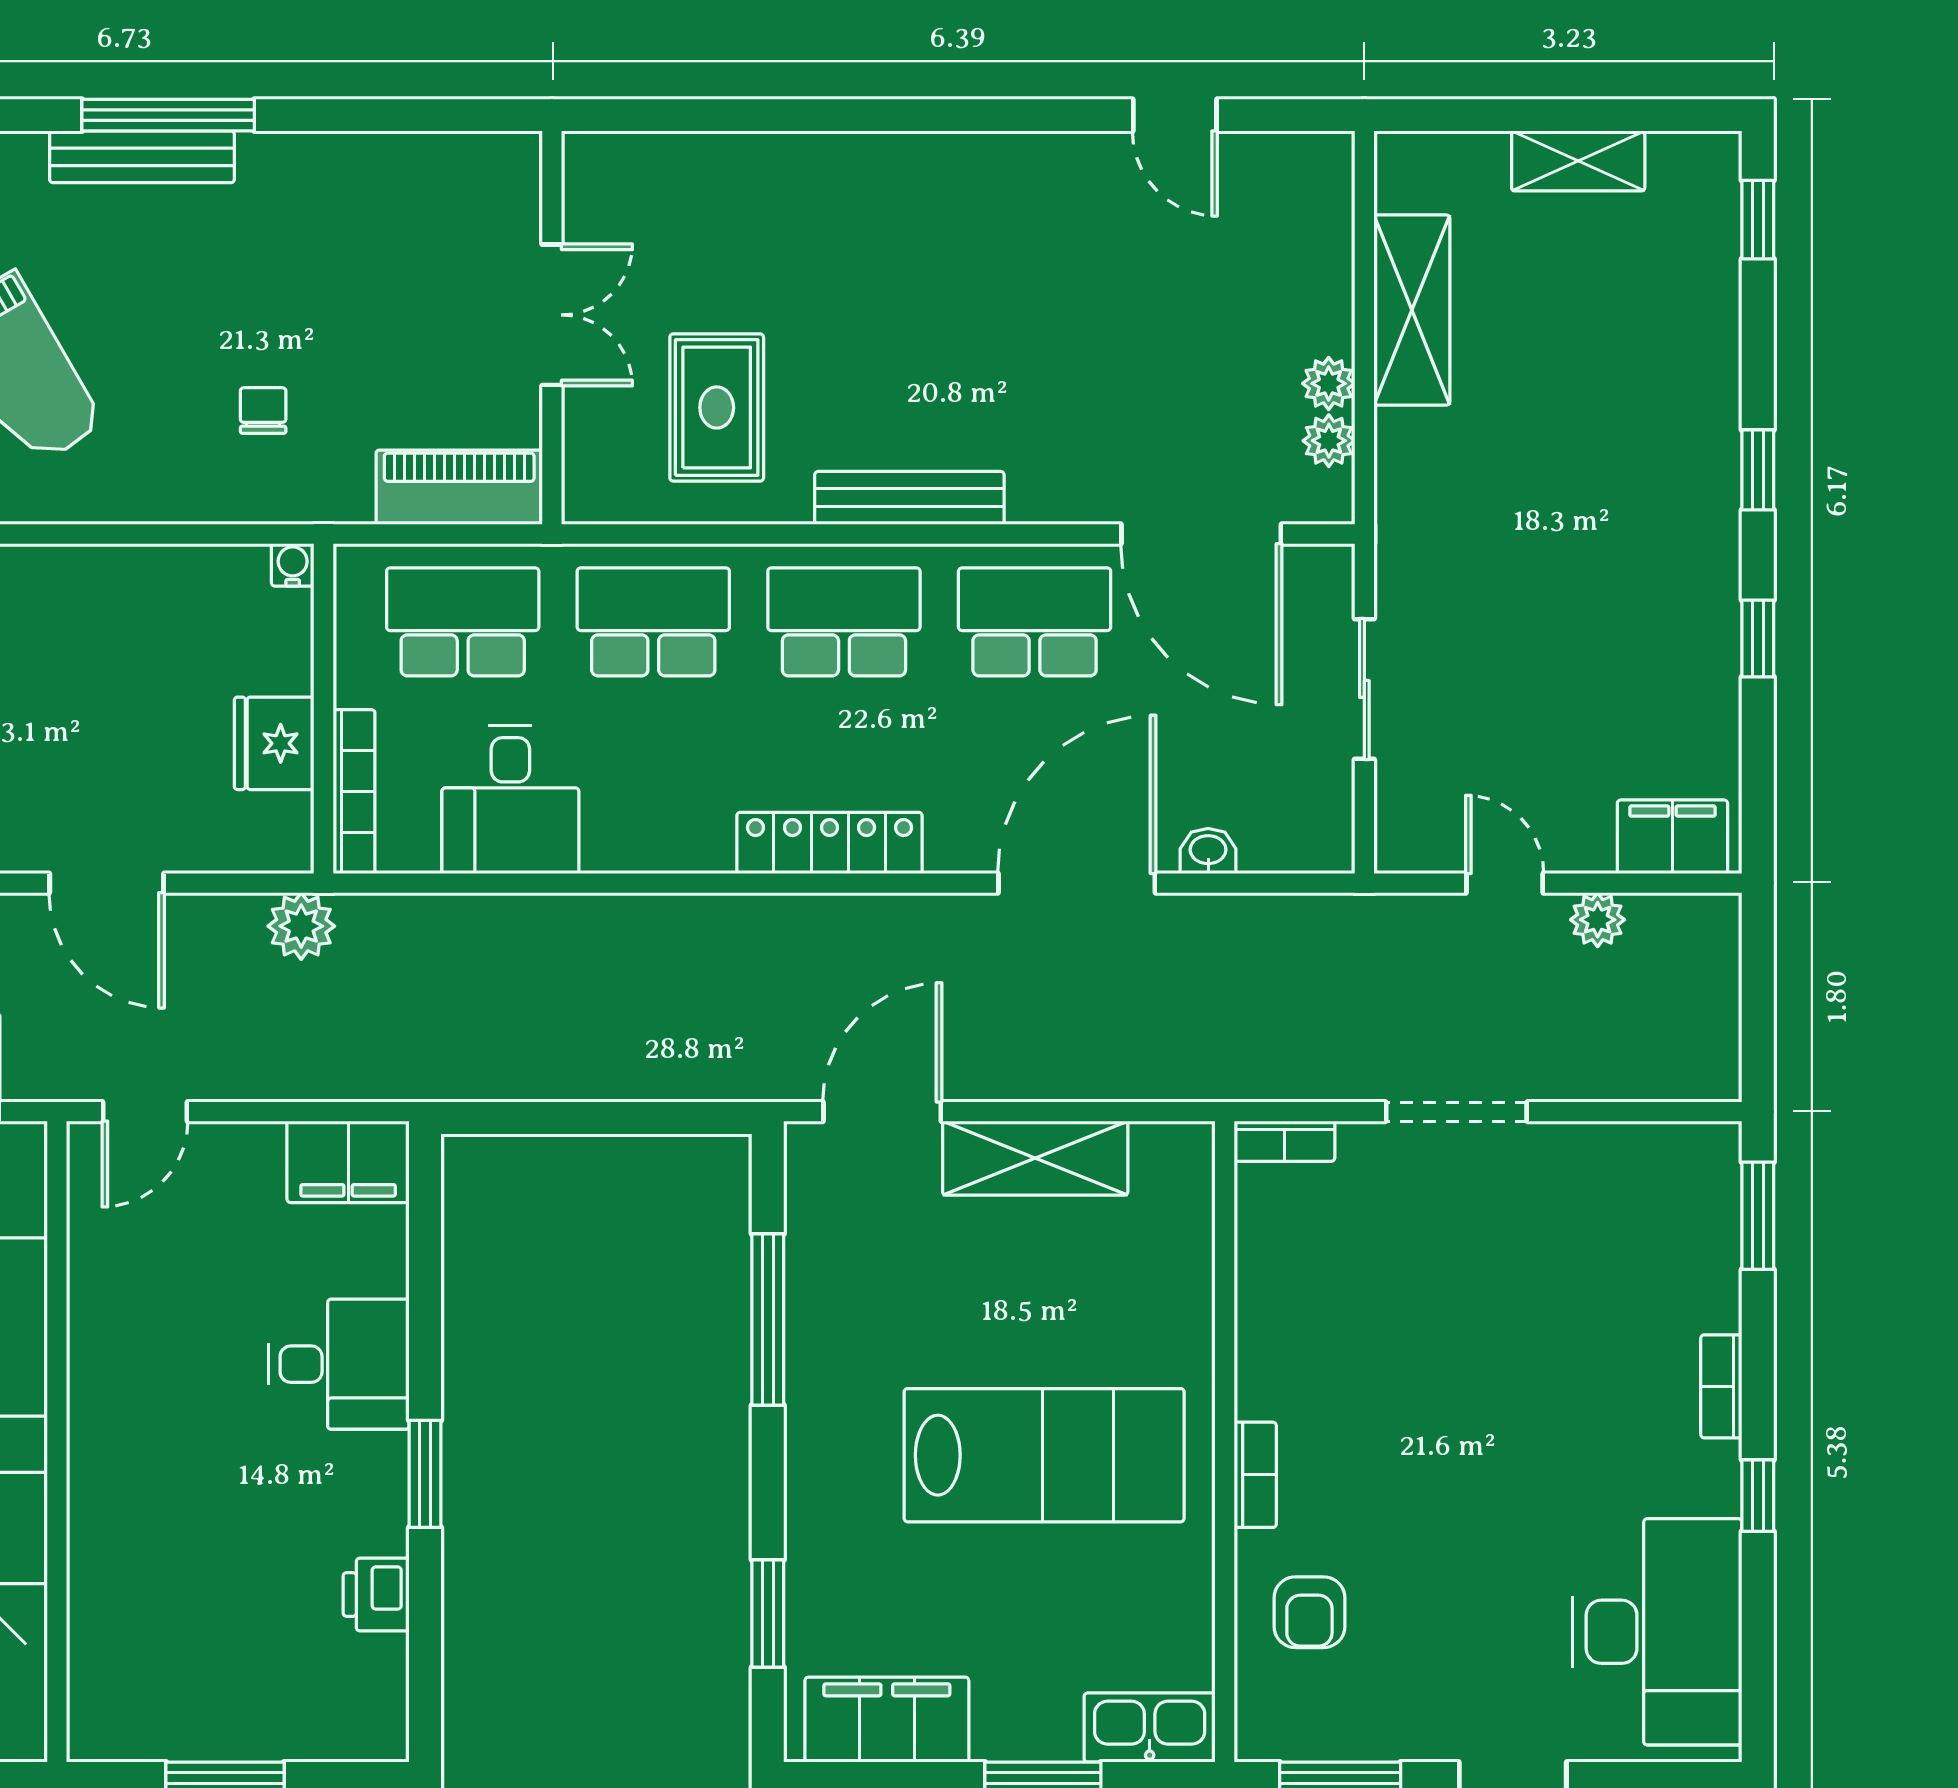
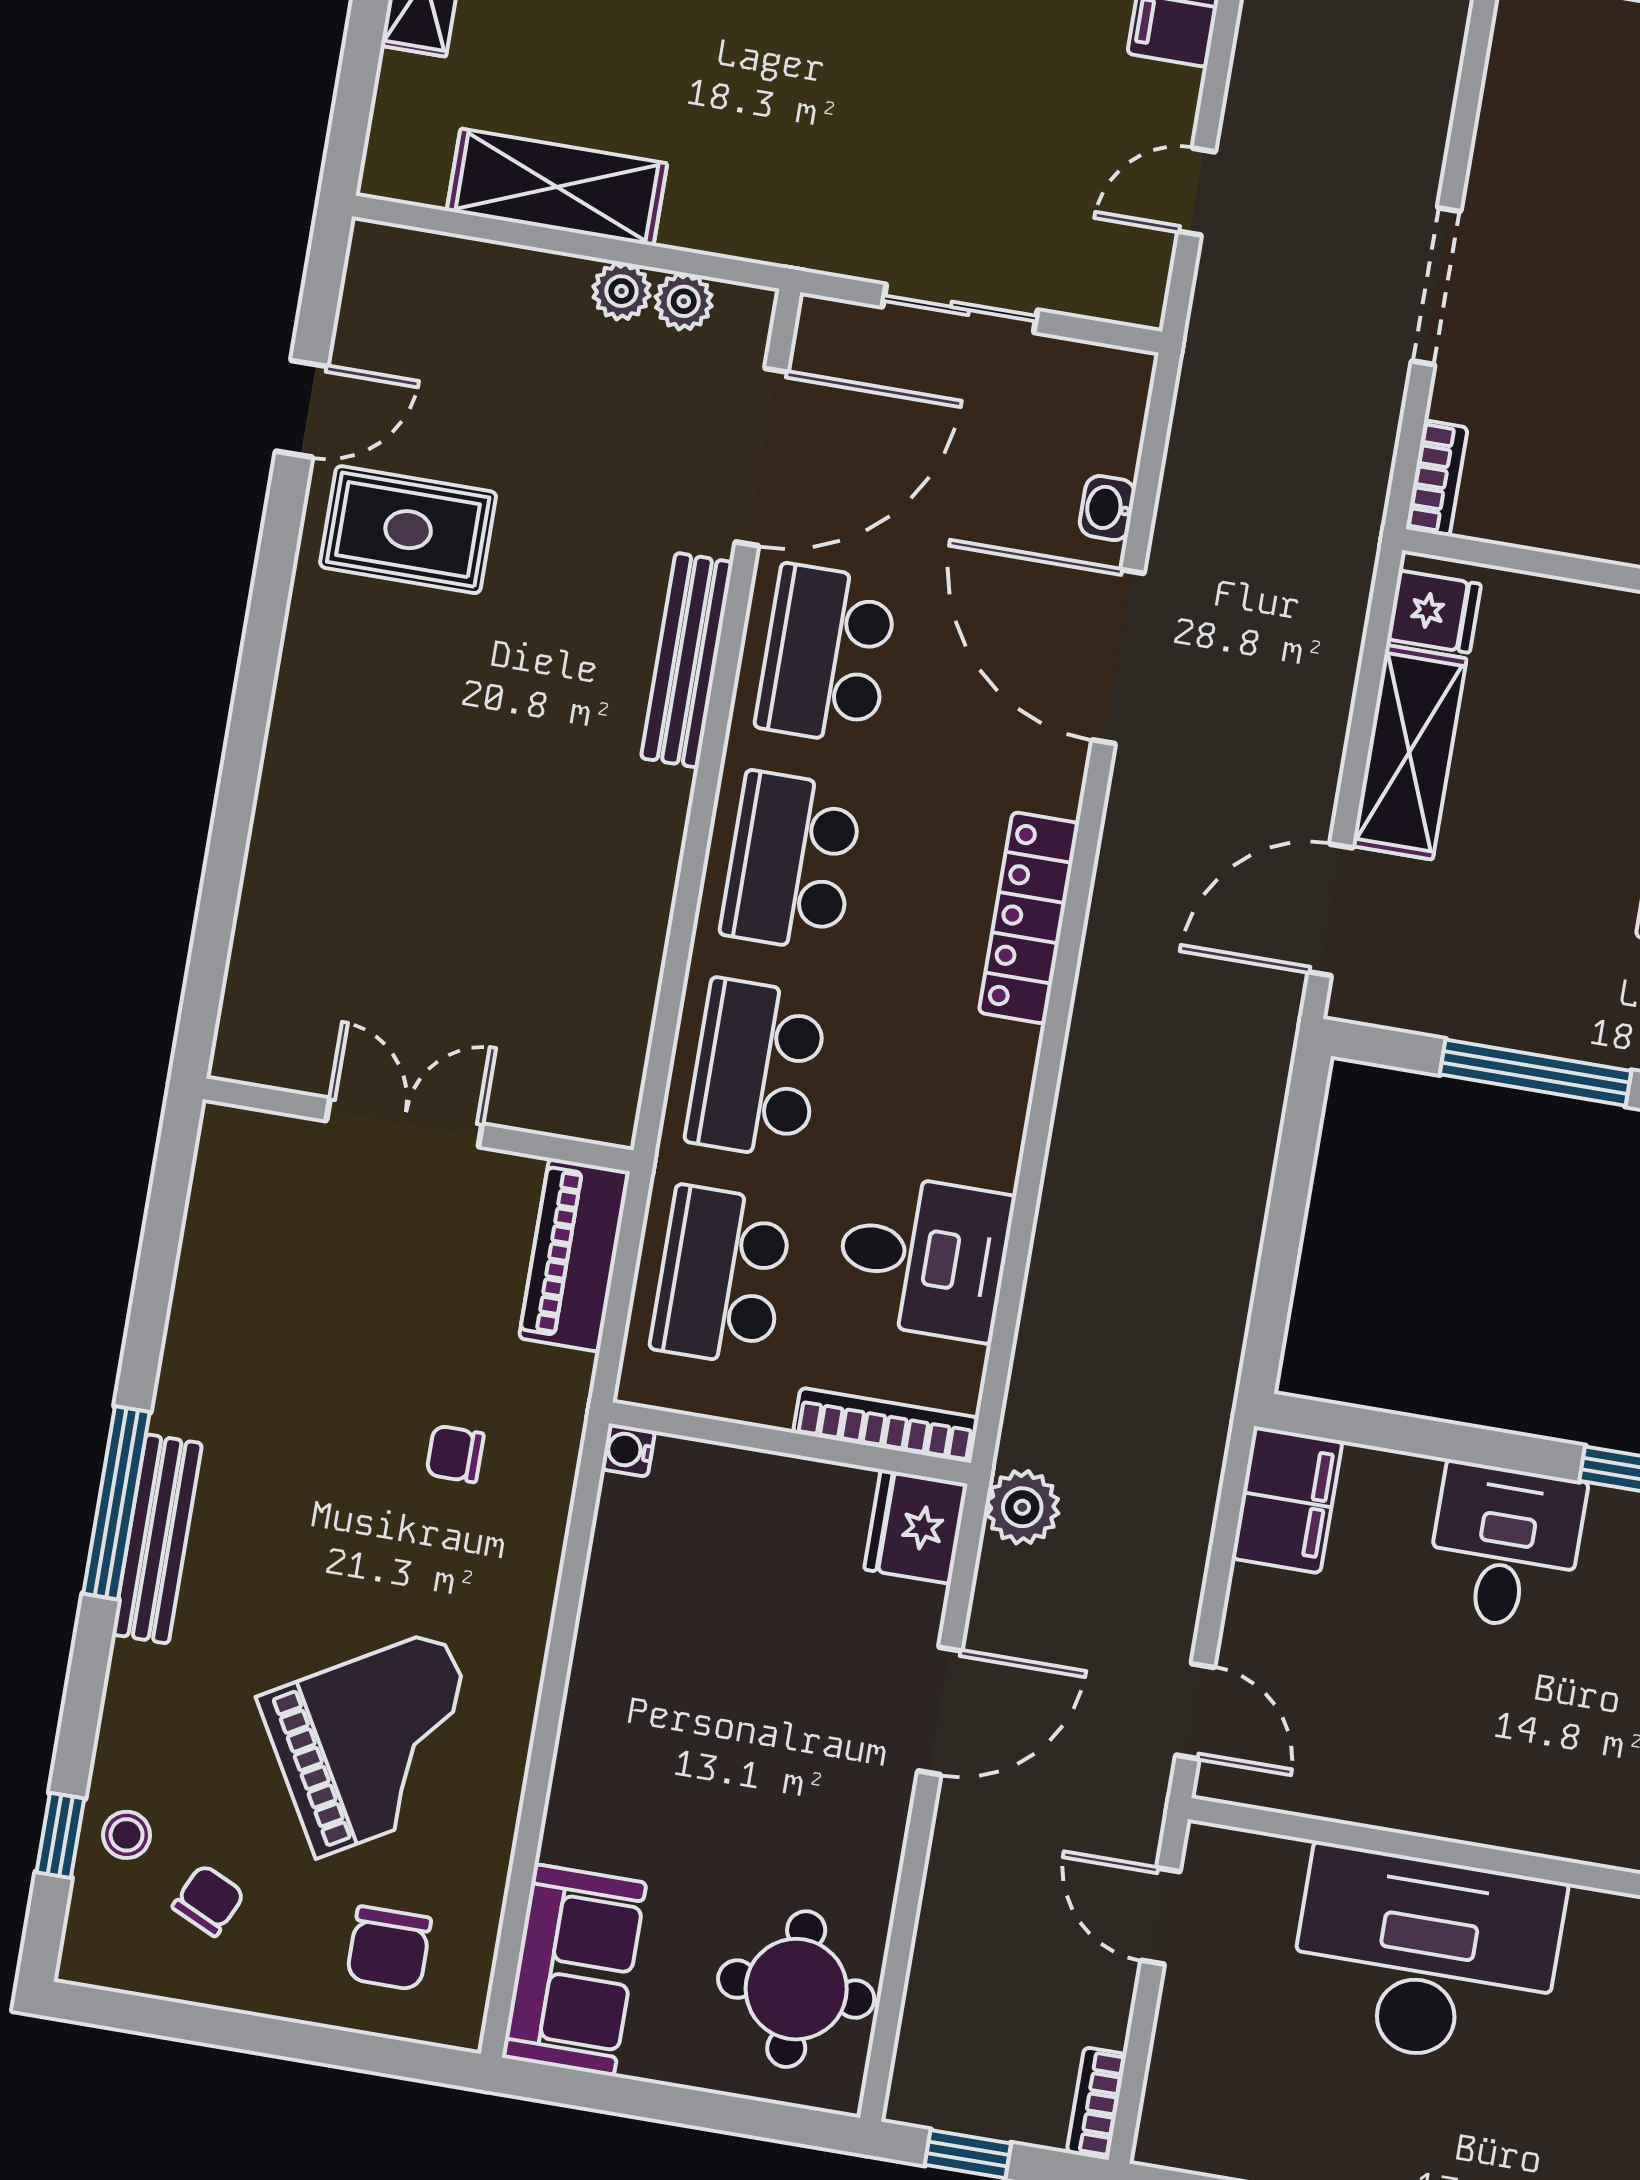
rug: (717, 407) -> (408, 530), moved
bench: (909, 498) -> (687, 660), moved
fridge: (274, 743) -> (916, 1527), moved, turned 90
plant: (1598, 920) -> (1254, 97), removed
door: (882, 1112) -> (1331, 910), hinge flipped
fridge: (1165, 1159) -> (1434, 612), added

